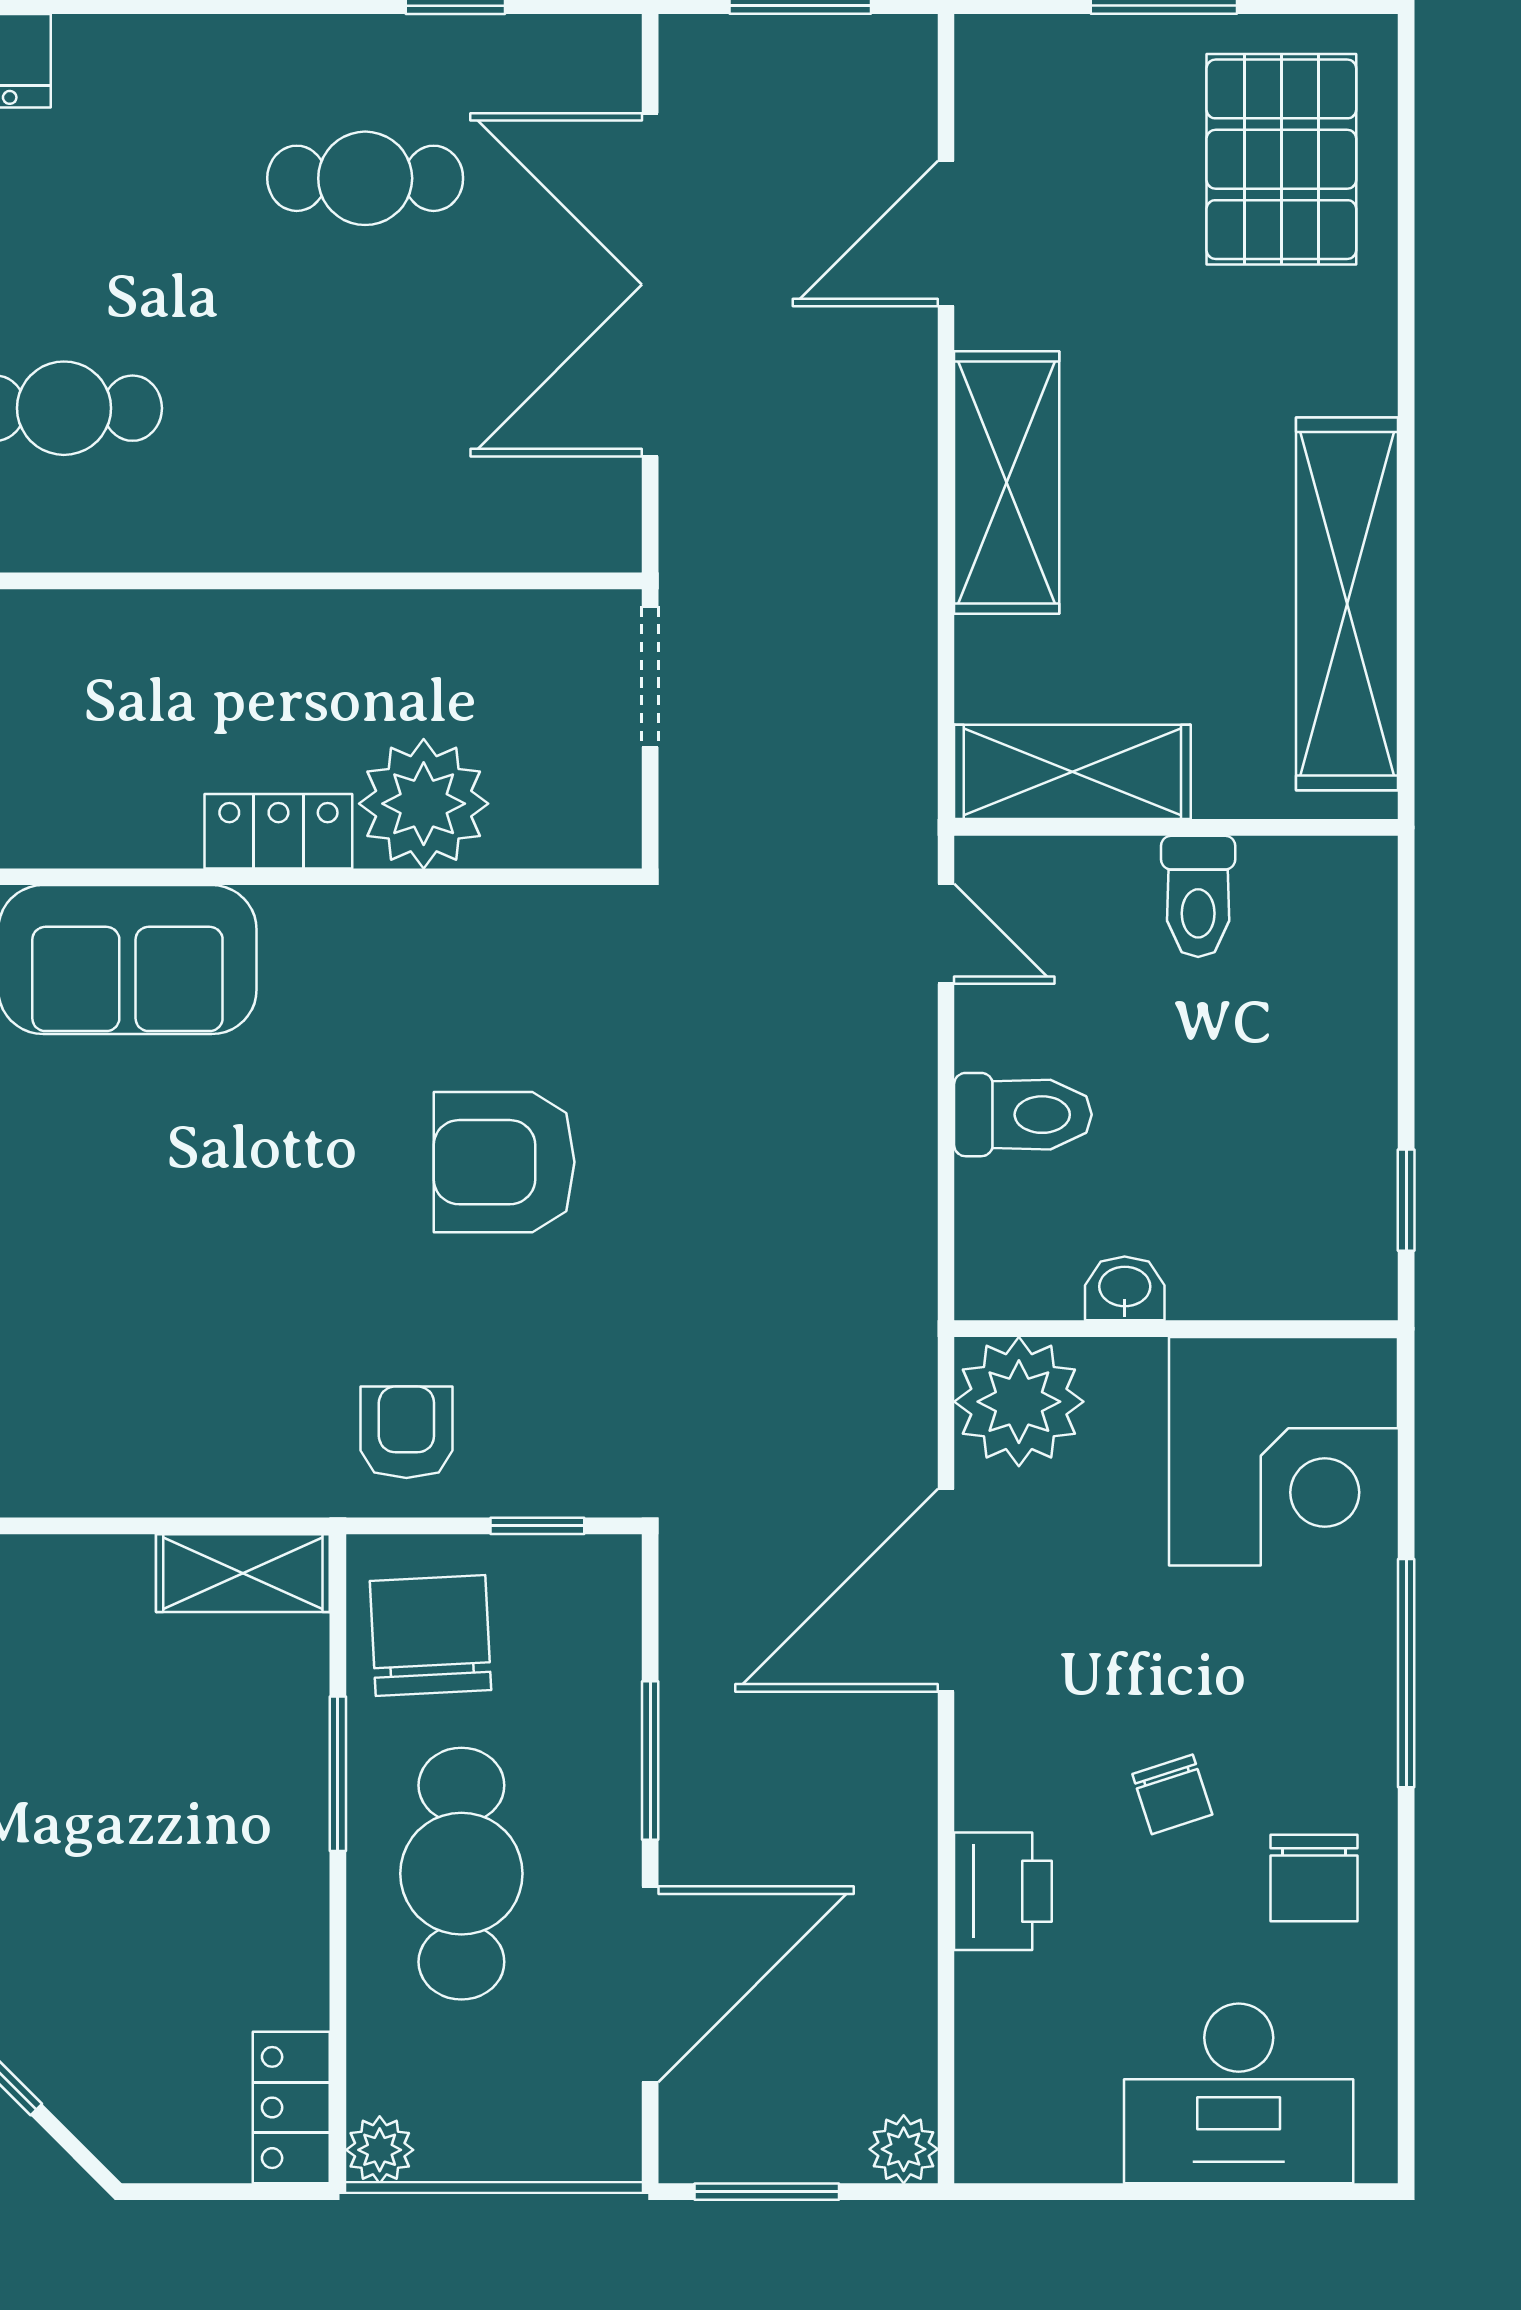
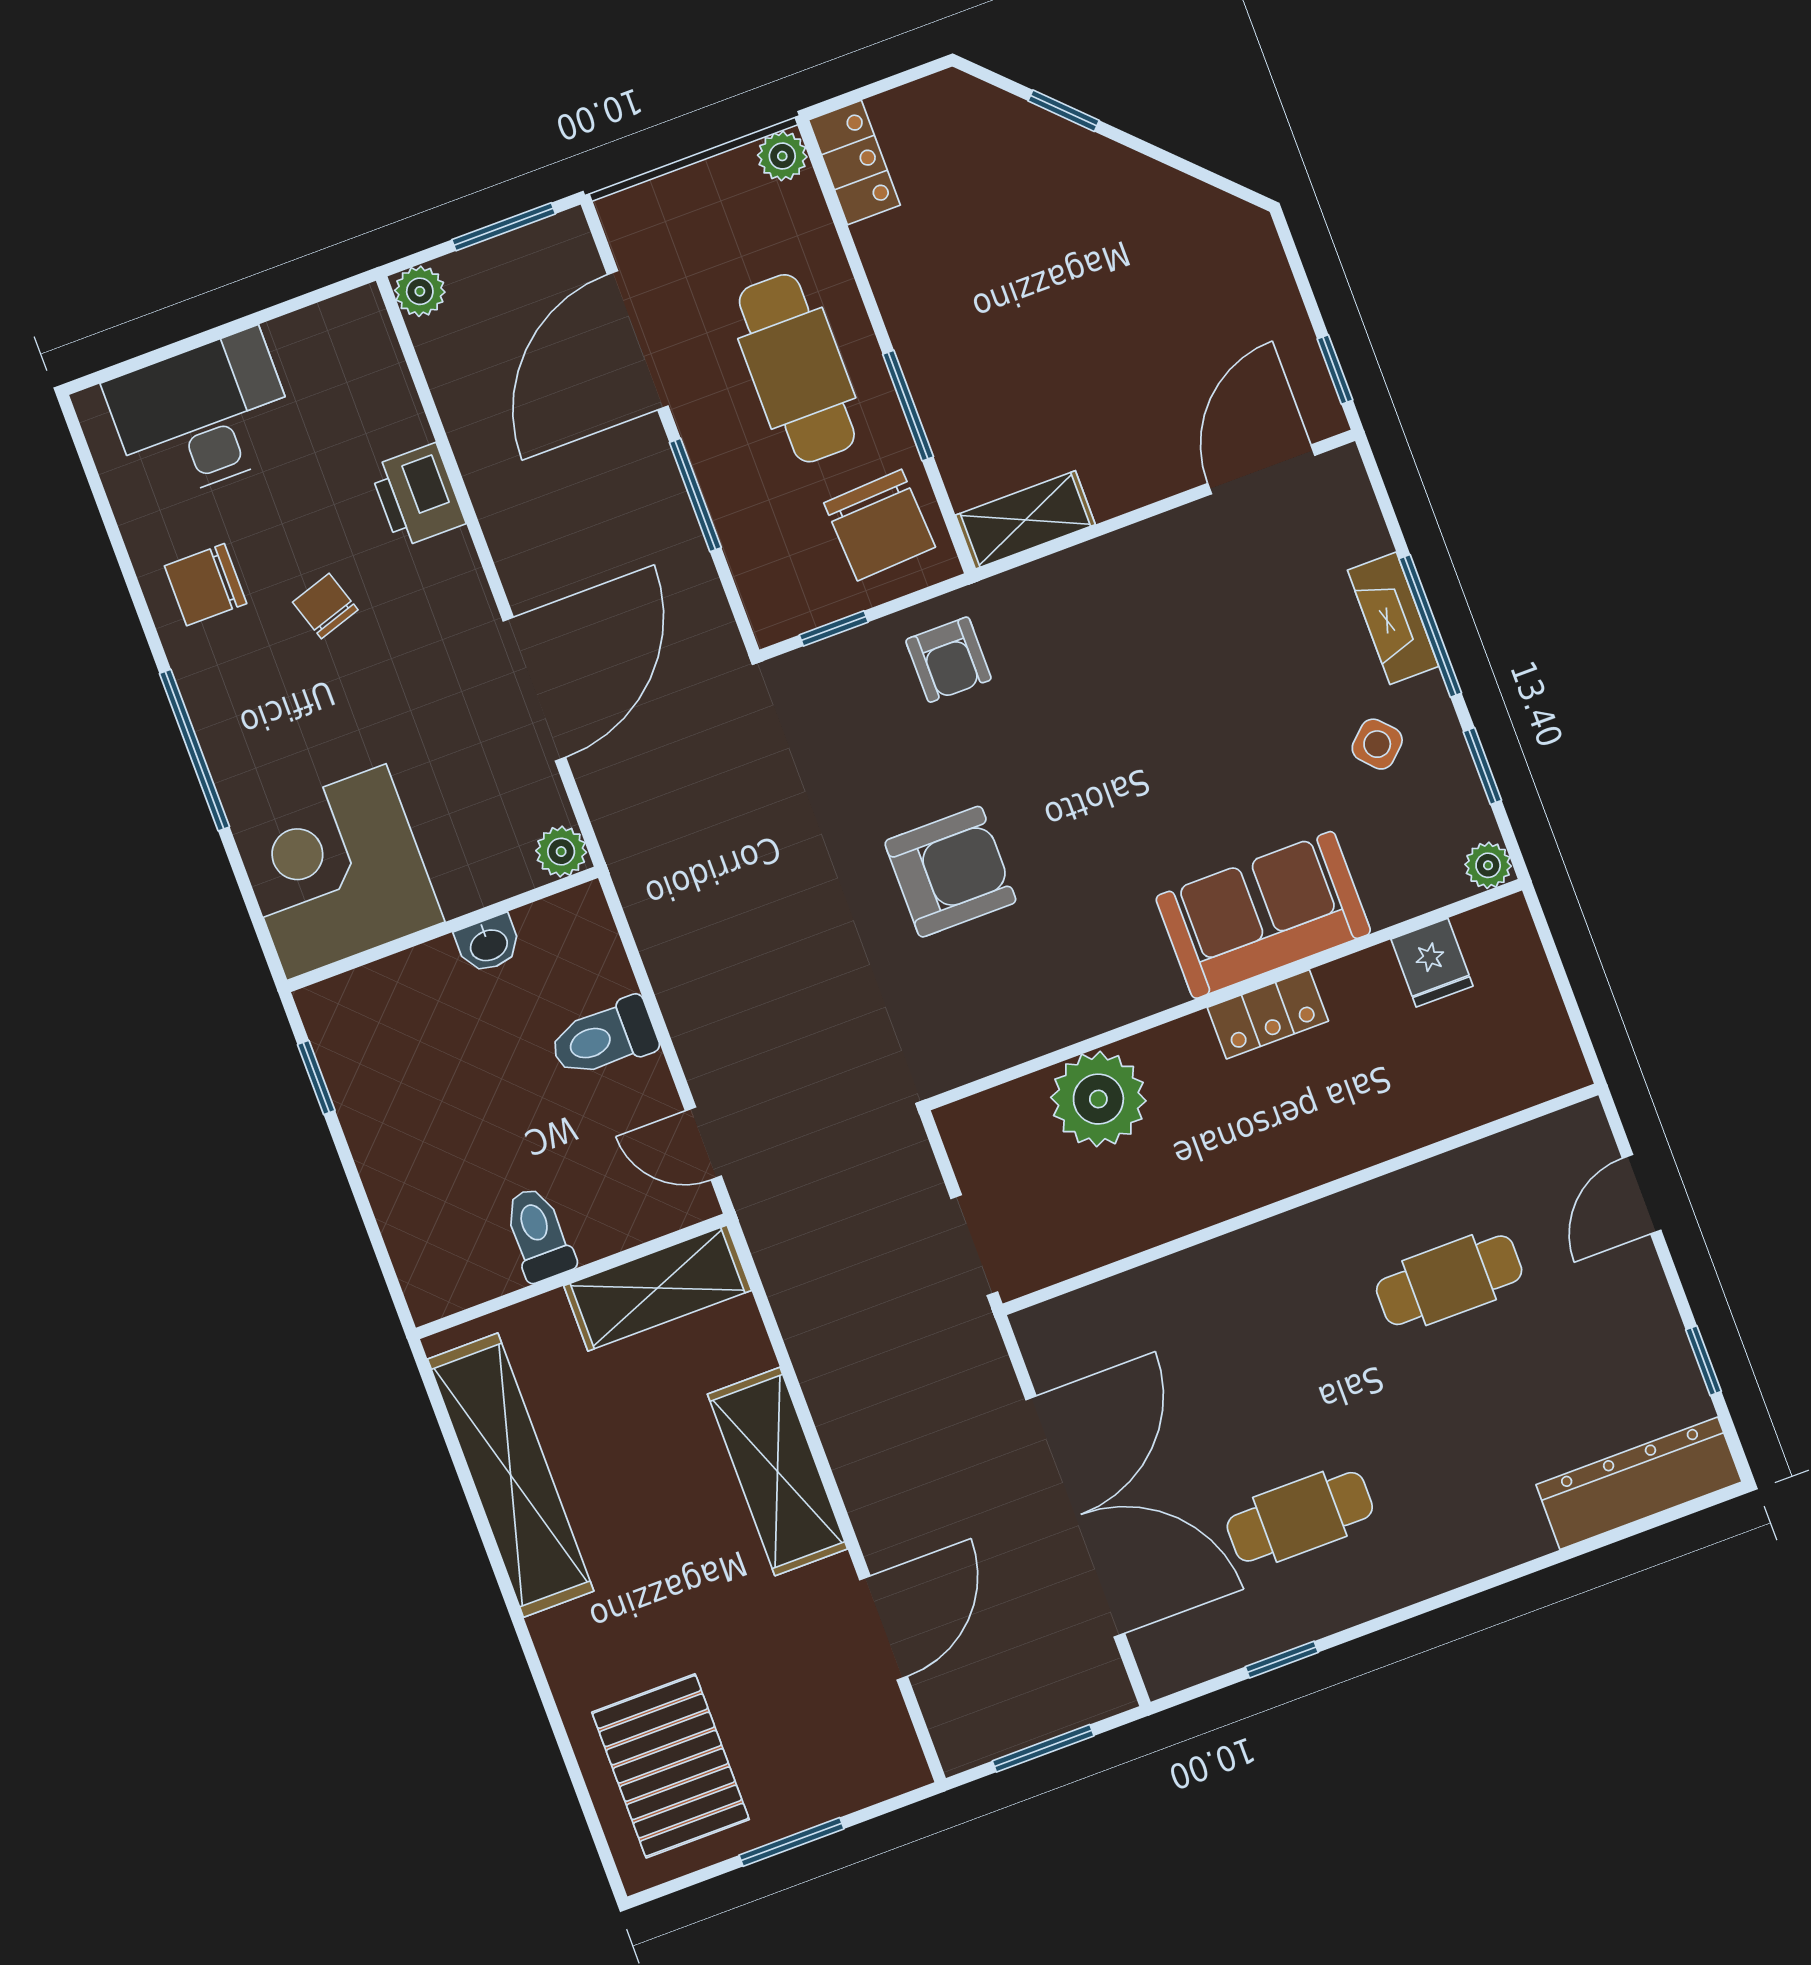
locker: (278, 831) -> (1268, 1014), moved
plant: (1019, 1402) -> (561, 852), width x0.53, depth x0.53
chair: (1314, 1878) -> (206, 585), turned -90

